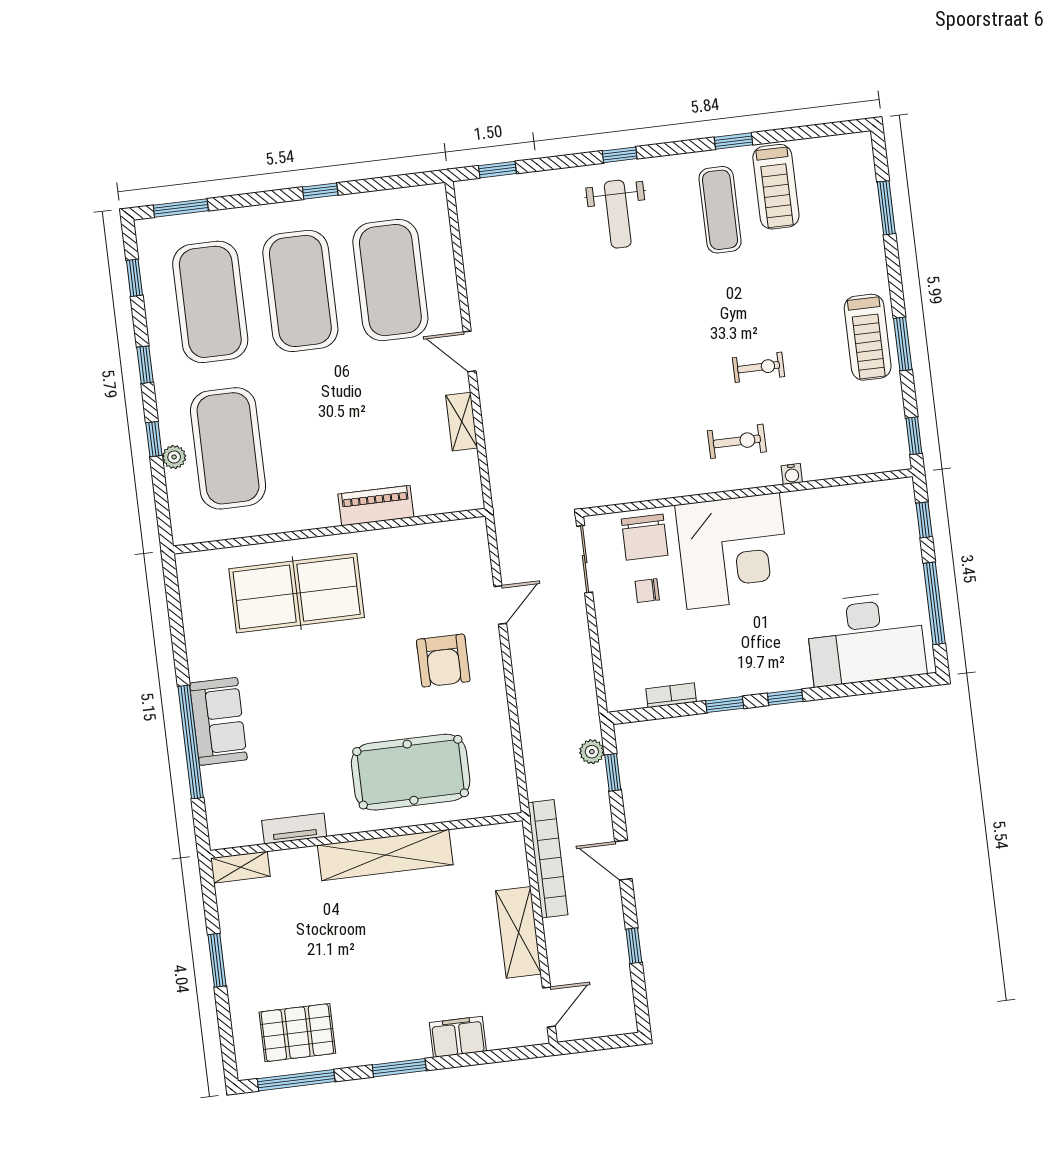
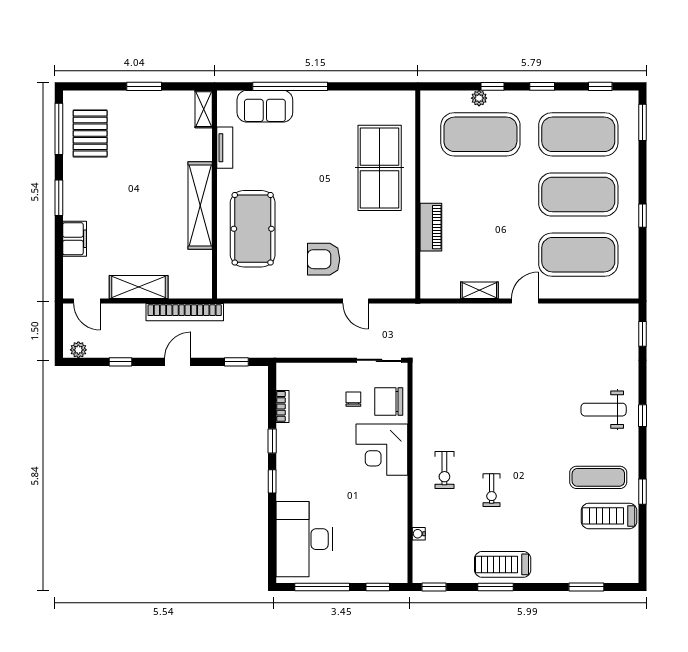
water cooler: (792, 474) -> (419, 534), moved
corner desk: (733, 551) -> (382, 450), width x0.74, depth x0.74
sofa: (218, 721) -> (265, 106), moved
plant: (592, 752) -> (78, 350), moved

